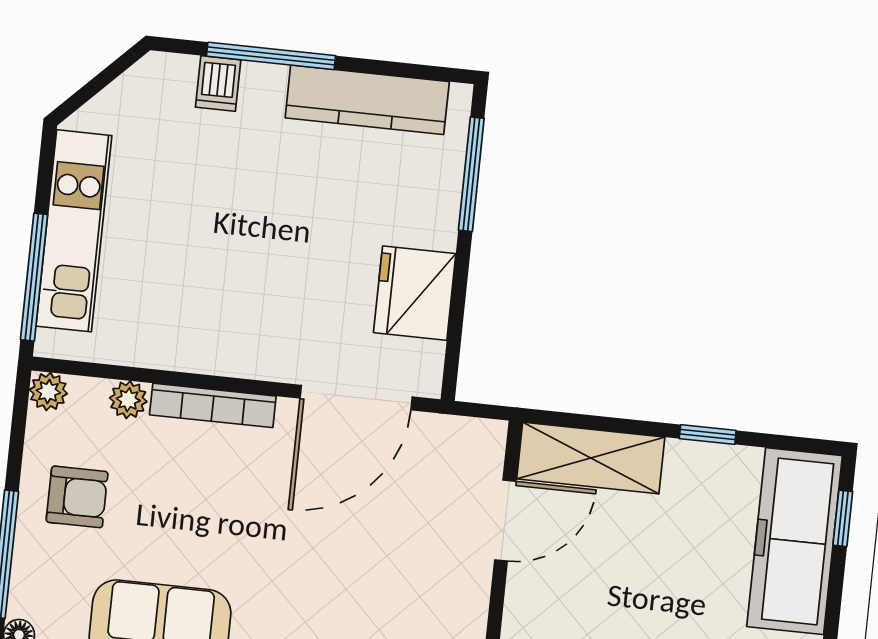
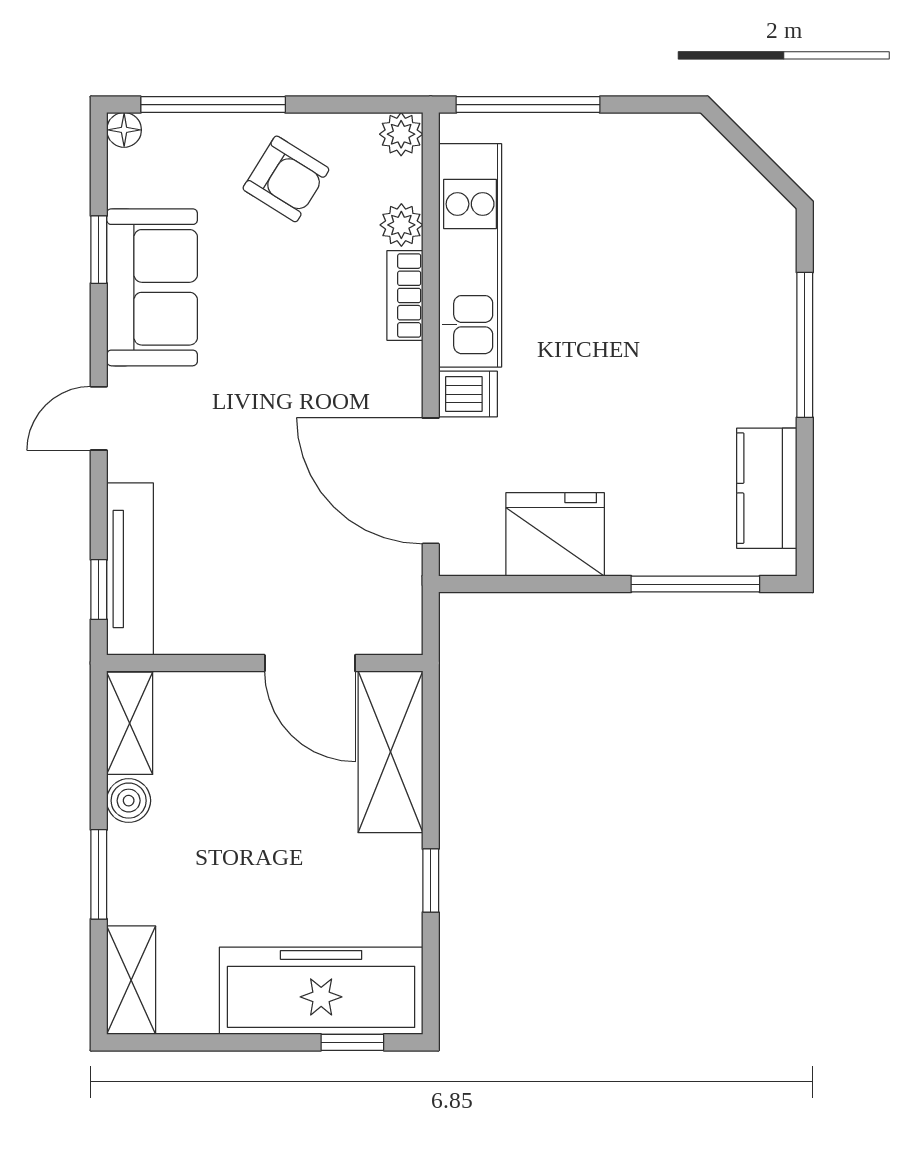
dishwasher: (218, 83) -> (468, 394), moved, turned 180
kitchen counter: (367, 100) -> (767, 488), width x0.67
kitchen unit: (74, 231) -> (470, 255), moved, turned -90
bookcase: (213, 405) -> (405, 295), width x0.64
armchair: (77, 497) -> (286, 179), turned -58

